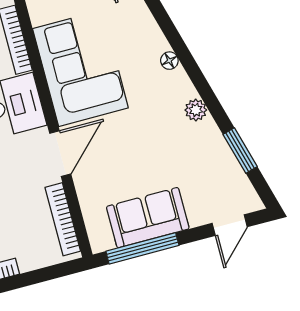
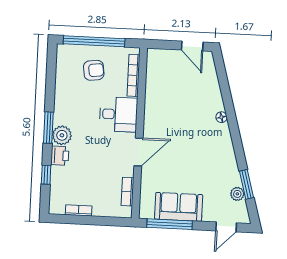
corner sofa: (80, 68) -> (167, 105), removed
plant: (196, 110) -> (237, 194), moved
bookcase: (63, 219) -> (128, 192), width x0.64

